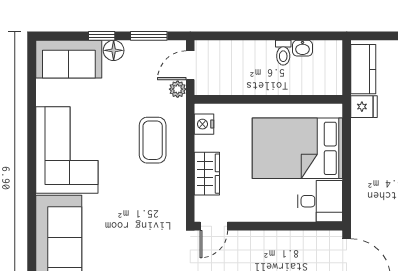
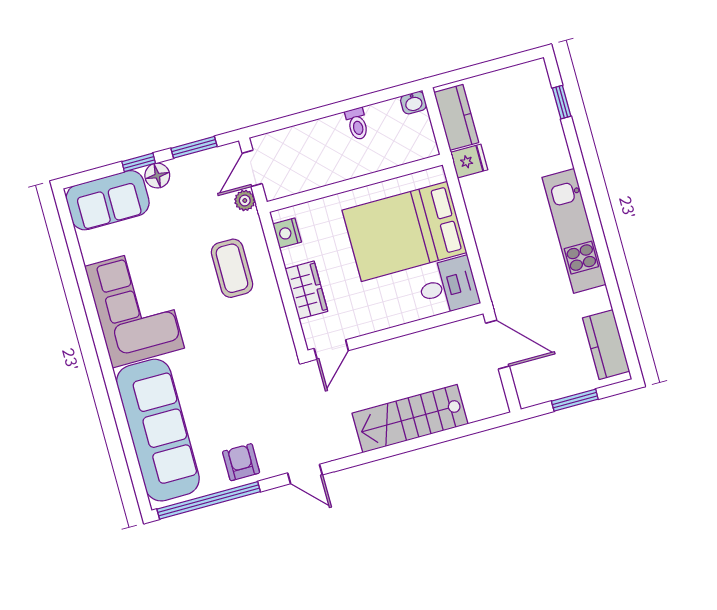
washbasin: (302, 48) -> (413, 103), moved

